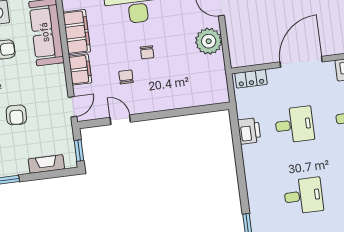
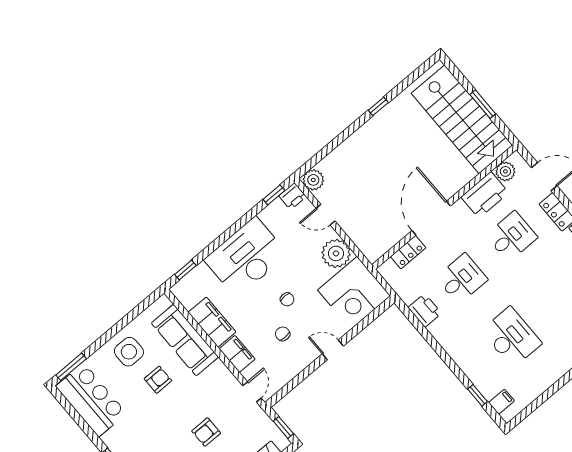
locker: (251, 79) -> (408, 252), moved
corner desk: (203, 81) -> (354, 293), added
armchair: (16, 115) -> (206, 432), turned 87
door: (120, 120) -> (333, 350), moved
desk: (303, 196) -> (511, 337), width x1.37

